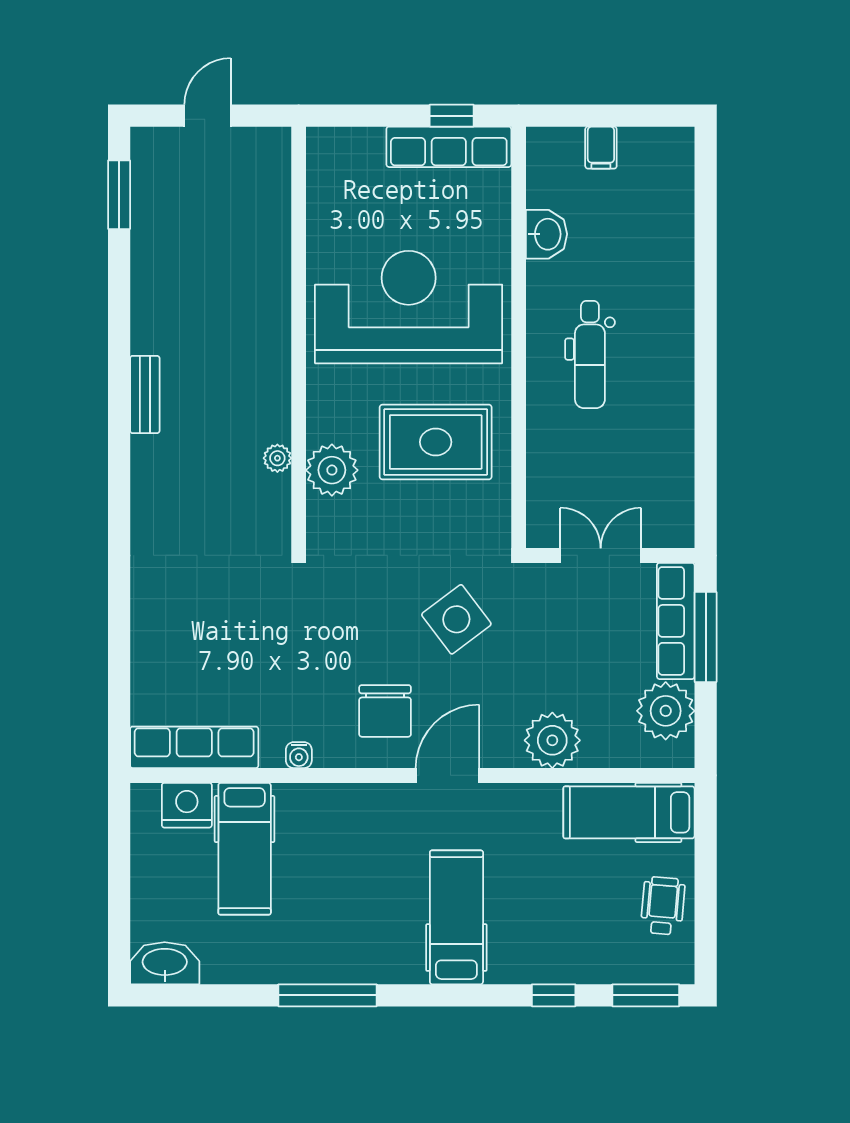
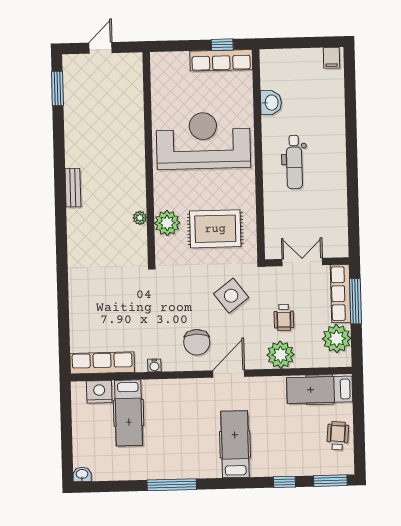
filing cabinet: (601, 148) -> (331, 58), moved
rug: (436, 442) -> (215, 229), moved
wheelchair: (561, 666) -> (284, 317), added
washbasin: (165, 963) -> (82, 474), width x0.52, depth x0.69

